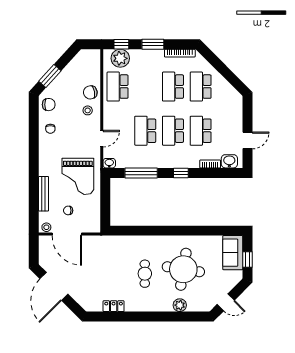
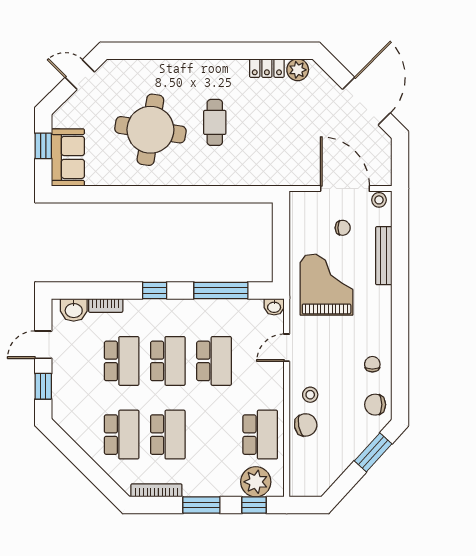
window: (248, 116) -> (43, 386), added
plant: (180, 305) -> (298, 70), moved

